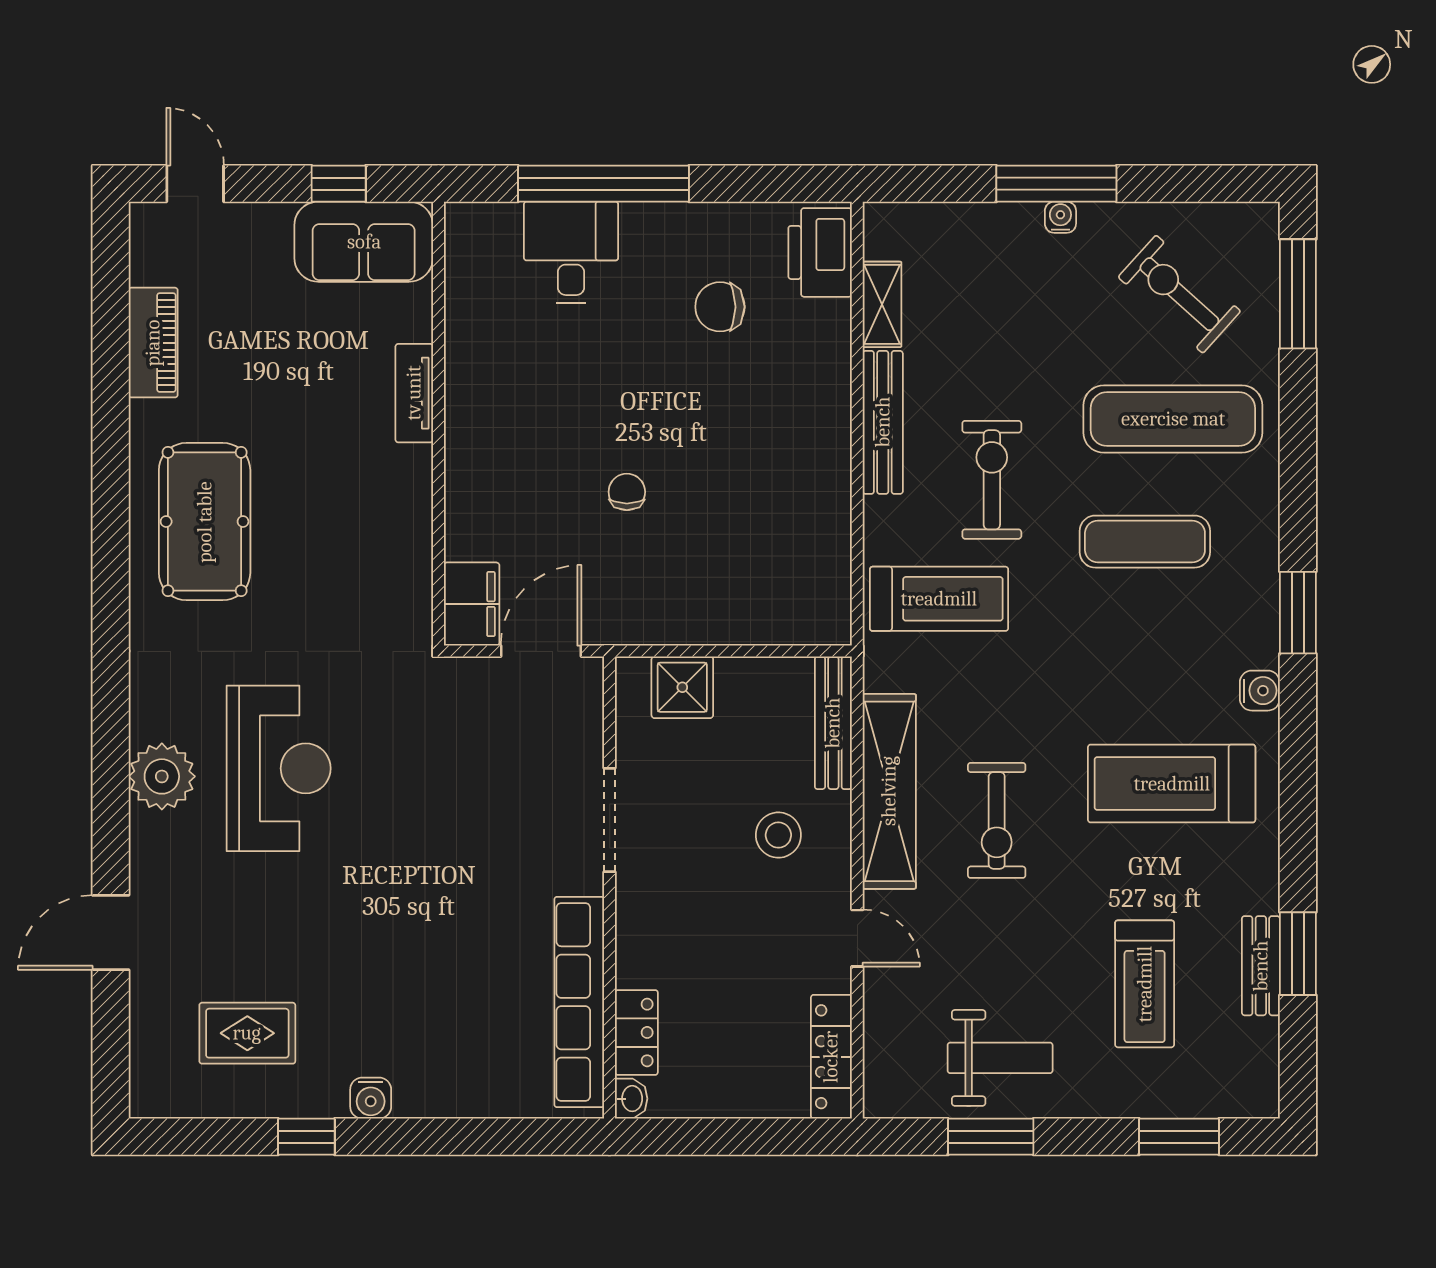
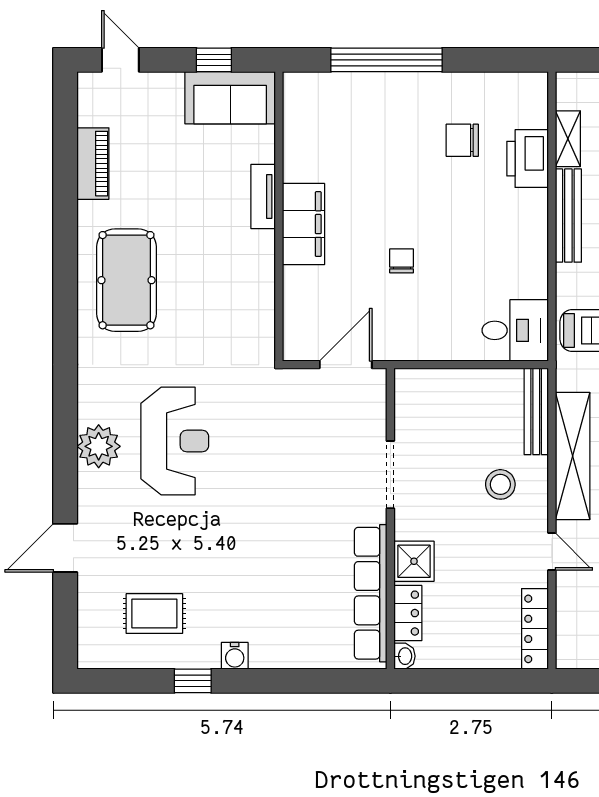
desk: (571, 252) -> (515, 330), moved, turned 90
printer: (820, 252) -> (528, 159), moved
filing cabinet: (472, 604) -> (303, 224), moved, width x1.50, depth x1.17
shower: (682, 687) -> (414, 561), moved

